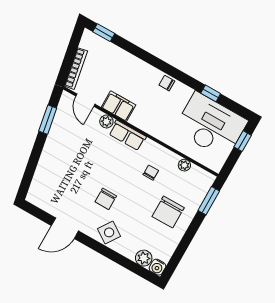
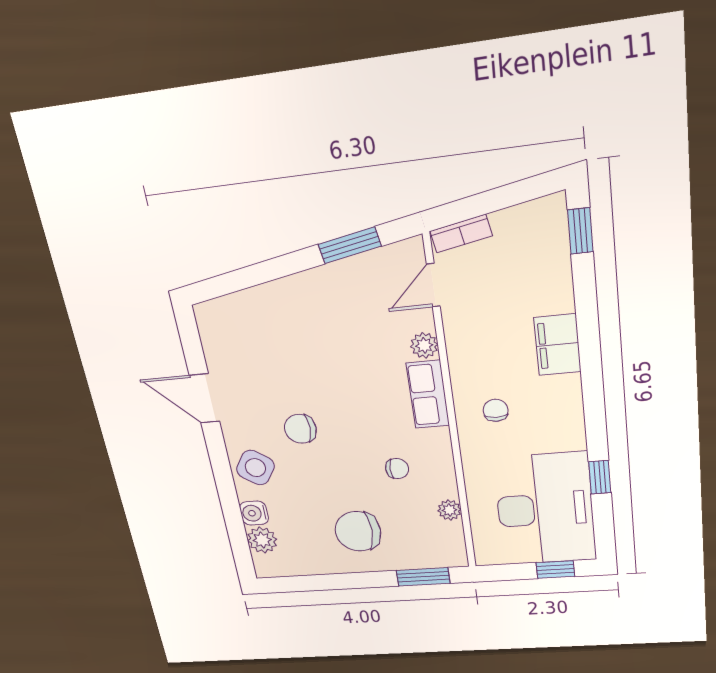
bookcase: (76, 69) -> (461, 234), width x0.64
chair: (167, 83) -> (496, 410), moved
filing cabinet: (118, 106) -> (557, 345), moved, turned 180
water cooler: (157, 267) -> (254, 513), moved

